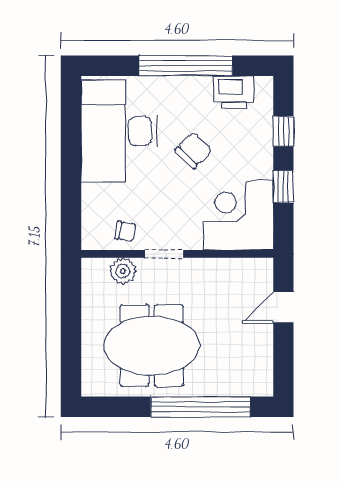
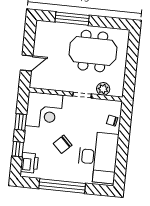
printer: (234, 92) -> (29, 163), moved, turned 90
chair: (125, 231) -> (112, 121), moved
window: (200, 407) -> (72, 19), width x0.68

